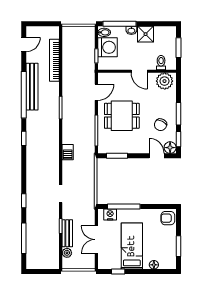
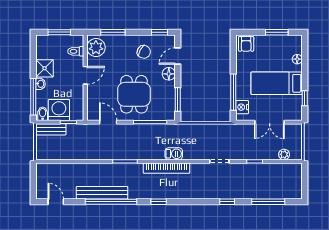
bookcase: (54, 60) -> (167, 168), moved
window: (179, 114) -> (113, 32), moved
floor lamp: (170, 148) -> (169, 74), moved
bench: (67, 233) -> (51, 129), moved

